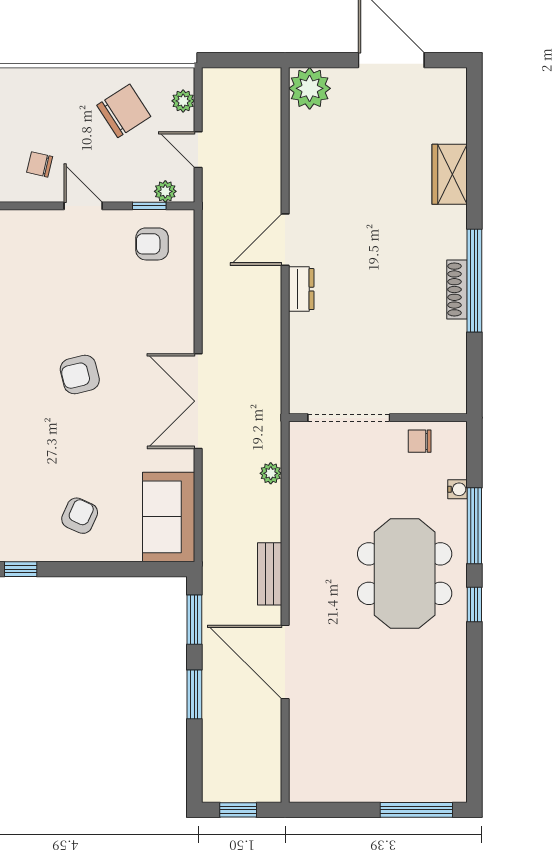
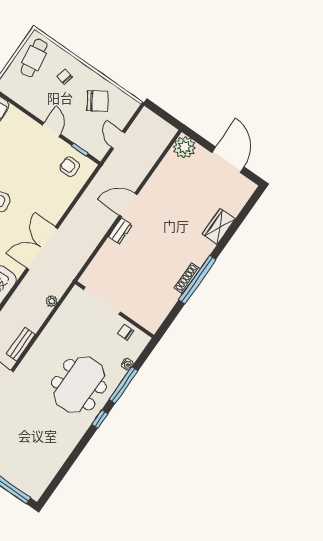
plant: (183, 101) -> (126, 115), removed
chair: (40, 164) -> (64, 77), moved
plant: (165, 191) -> (91, 148), removed

